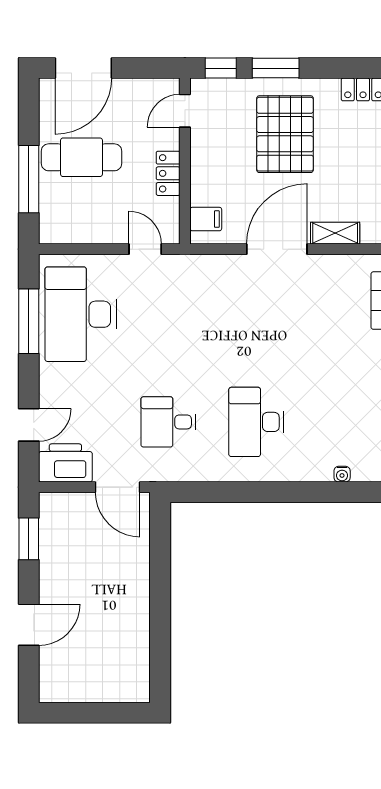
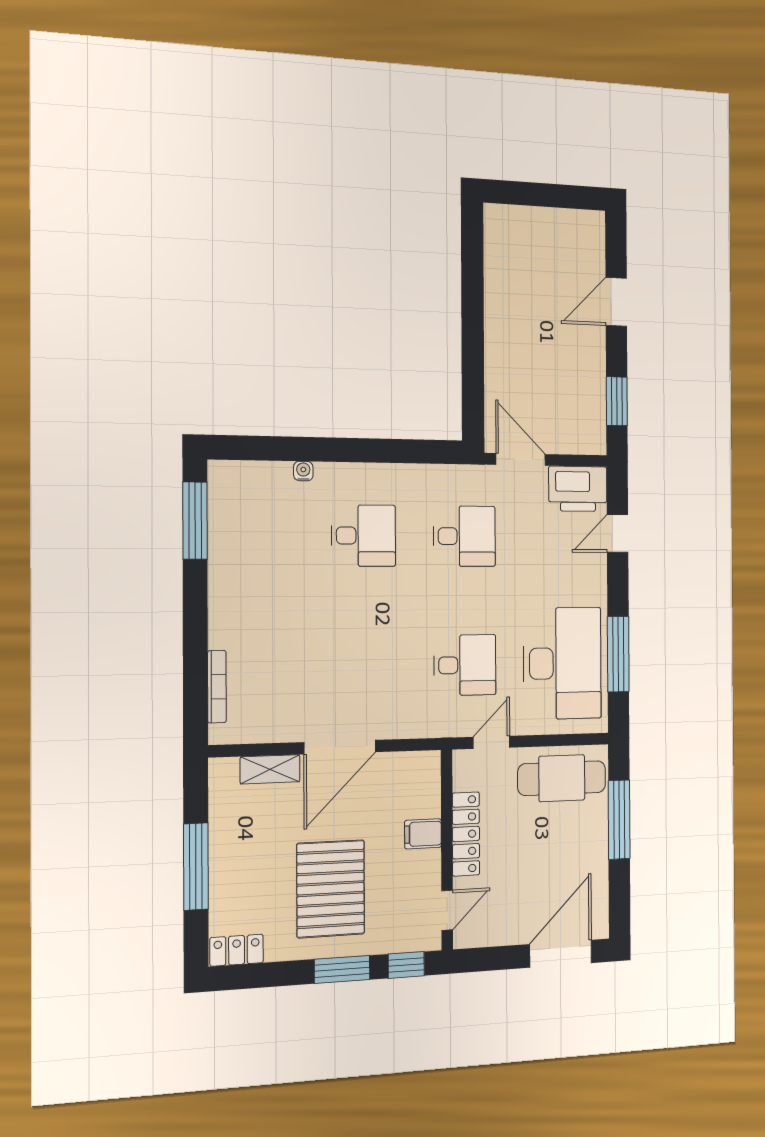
cafe table: (81, 157) -> (562, 778), moved
locker: (168, 173) -> (466, 834), width x1.53
filing cabinet: (206, 219) -> (423, 834), moved
door: (145, 249) -> (491, 742), swing flipped
desk: (168, 314) -> (465, 665), added
desk: (256, 422) -> (363, 536), width x0.73
water cooler: (342, 474) -> (303, 471), moved

